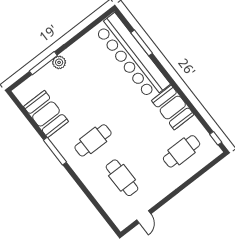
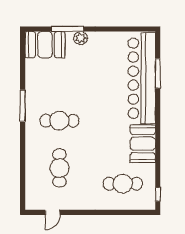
booth: (46, 114) -> (45, 45), moved, turned 90

